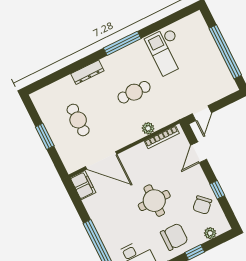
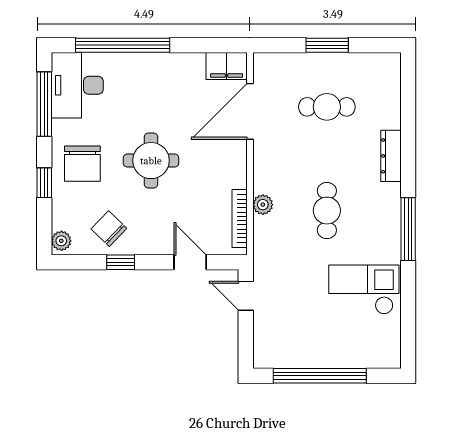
plant: (210, 233) -> (61, 241), moved

